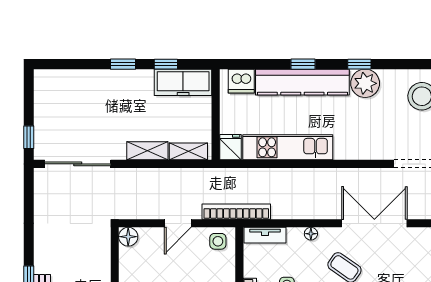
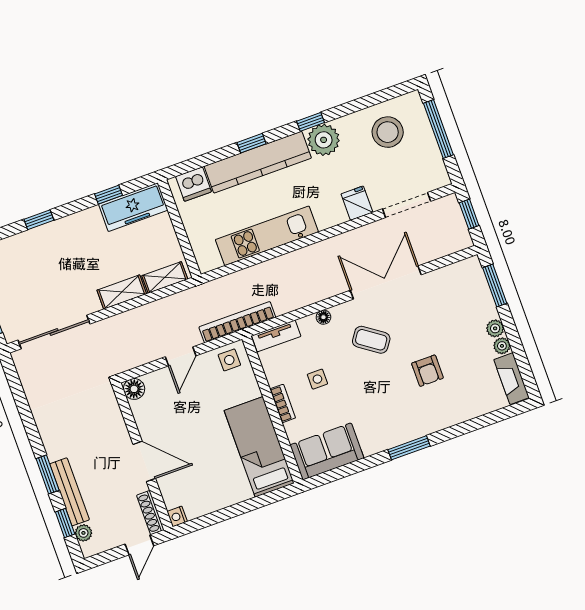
window: (123, 64) -> (39, 220), moved
fridge: (230, 147) -> (357, 203), moved

